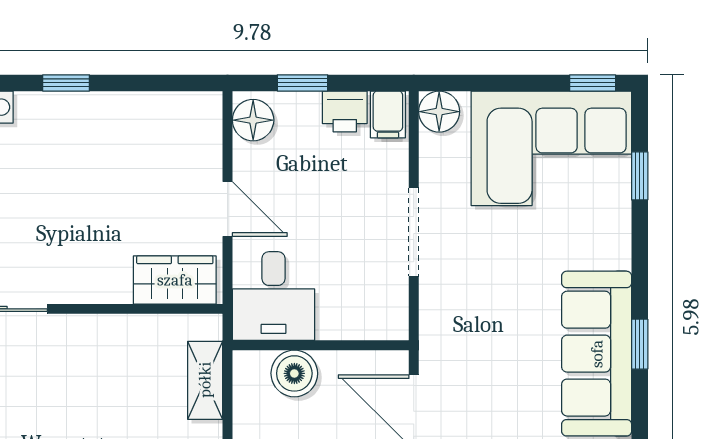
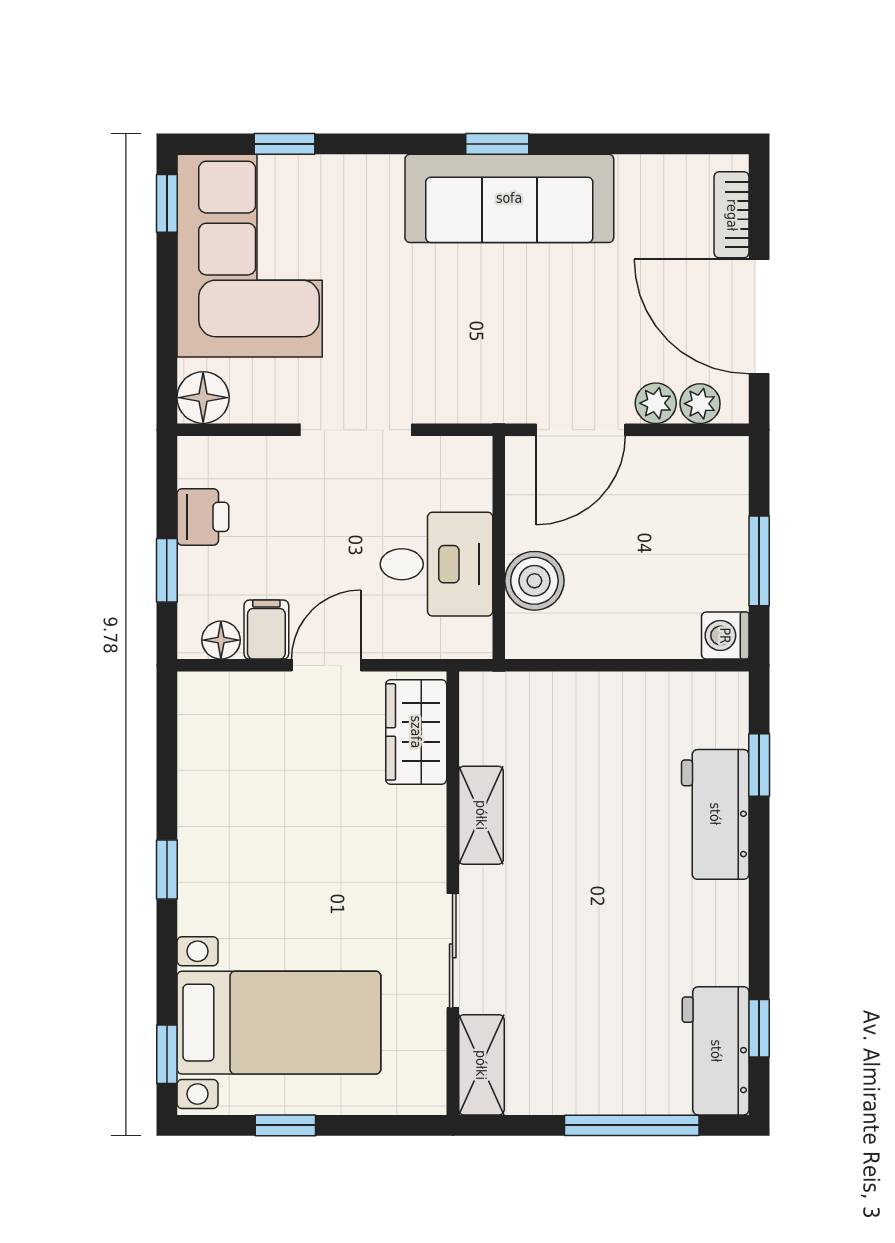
filing cabinet: (388, 114) -> (266, 630), moved, turned -90
floor lamp: (253, 120) -> (221, 640), width x0.73, depth x0.73
desk: (273, 296) -> (437, 564), moved
shelving: (205, 380) -> (481, 815), moved, turned 90

